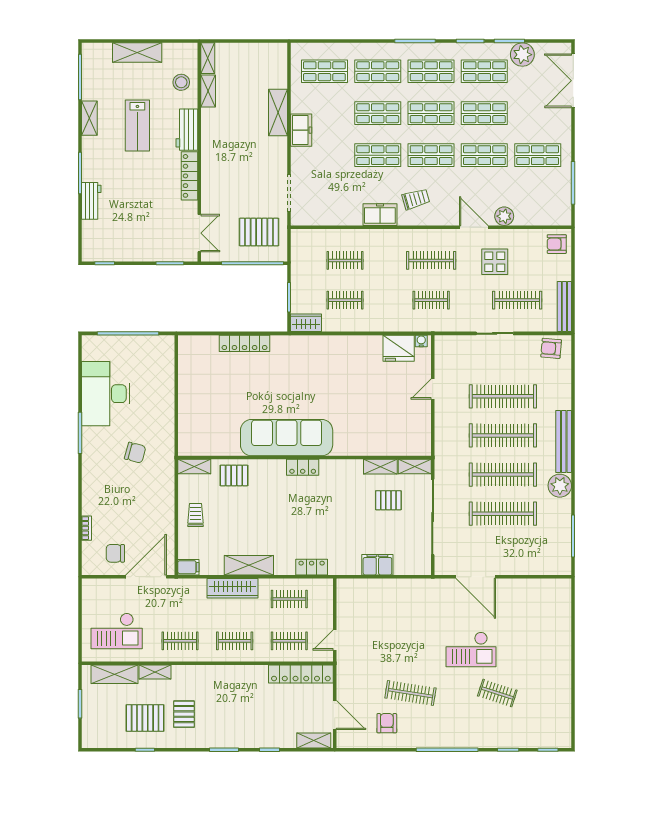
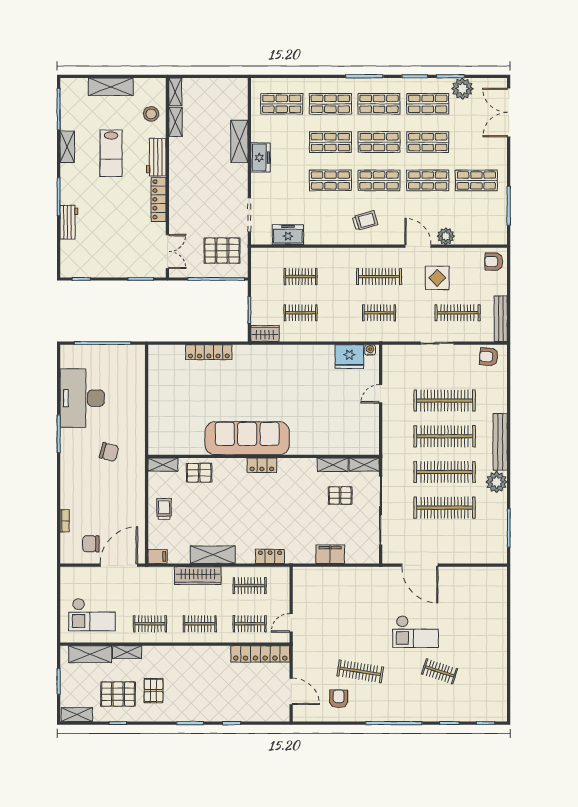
freezer: (380, 215) -> (288, 235), moved
shelving: (314, 741) -> (77, 715), moved

